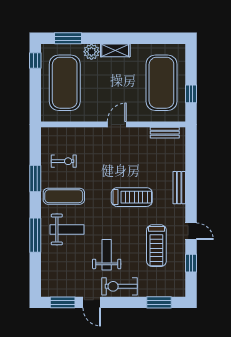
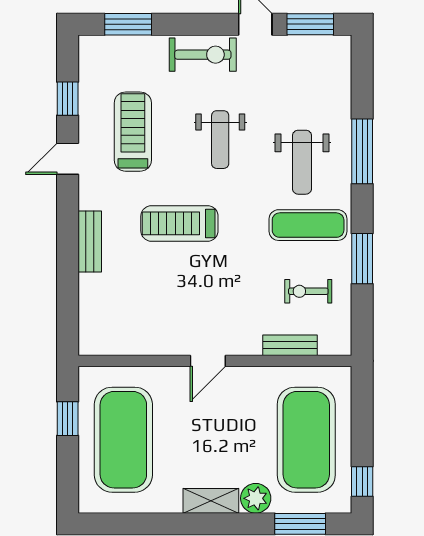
bench: (165, 133) -> (290, 345), moved
weight bench: (67, 229) -> (302, 162), turned -90
door: (191, 231) -> (68, 159), hinge flipped
weight bench: (107, 255) -> (220, 140), moved

